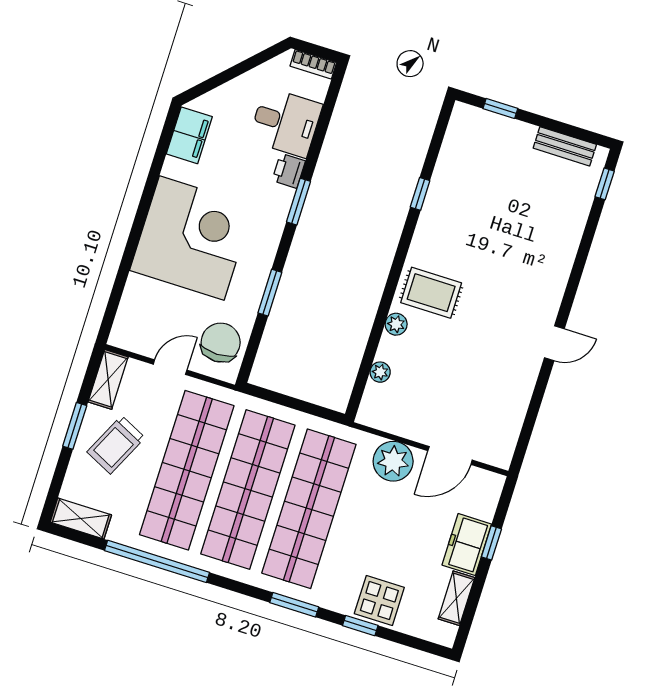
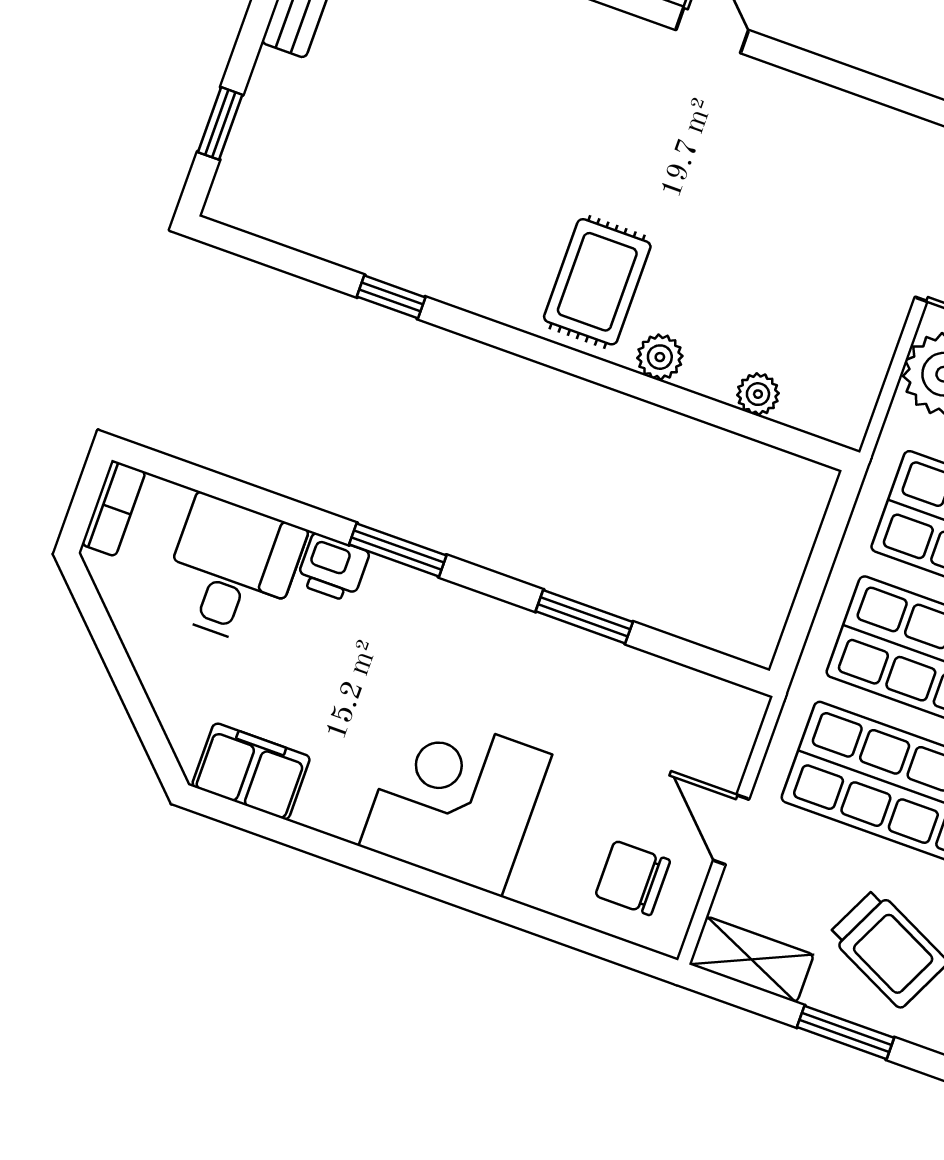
corner desk: (192, 238) -> (455, 800), width x0.74, depth x0.74
chair: (221, 343) -> (633, 878), moved, width x0.73, depth x0.73

